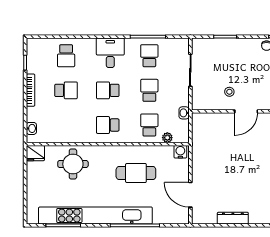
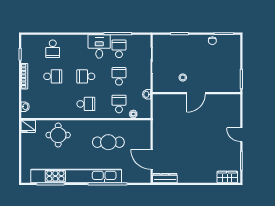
desk: (110, 53) -> (99, 46), moved
school desk: (108, 125) -> (86, 104), turned 180
water cooler: (180, 152) -> (144, 125), removed
dresser: (233, 218) -> (165, 178), moved

